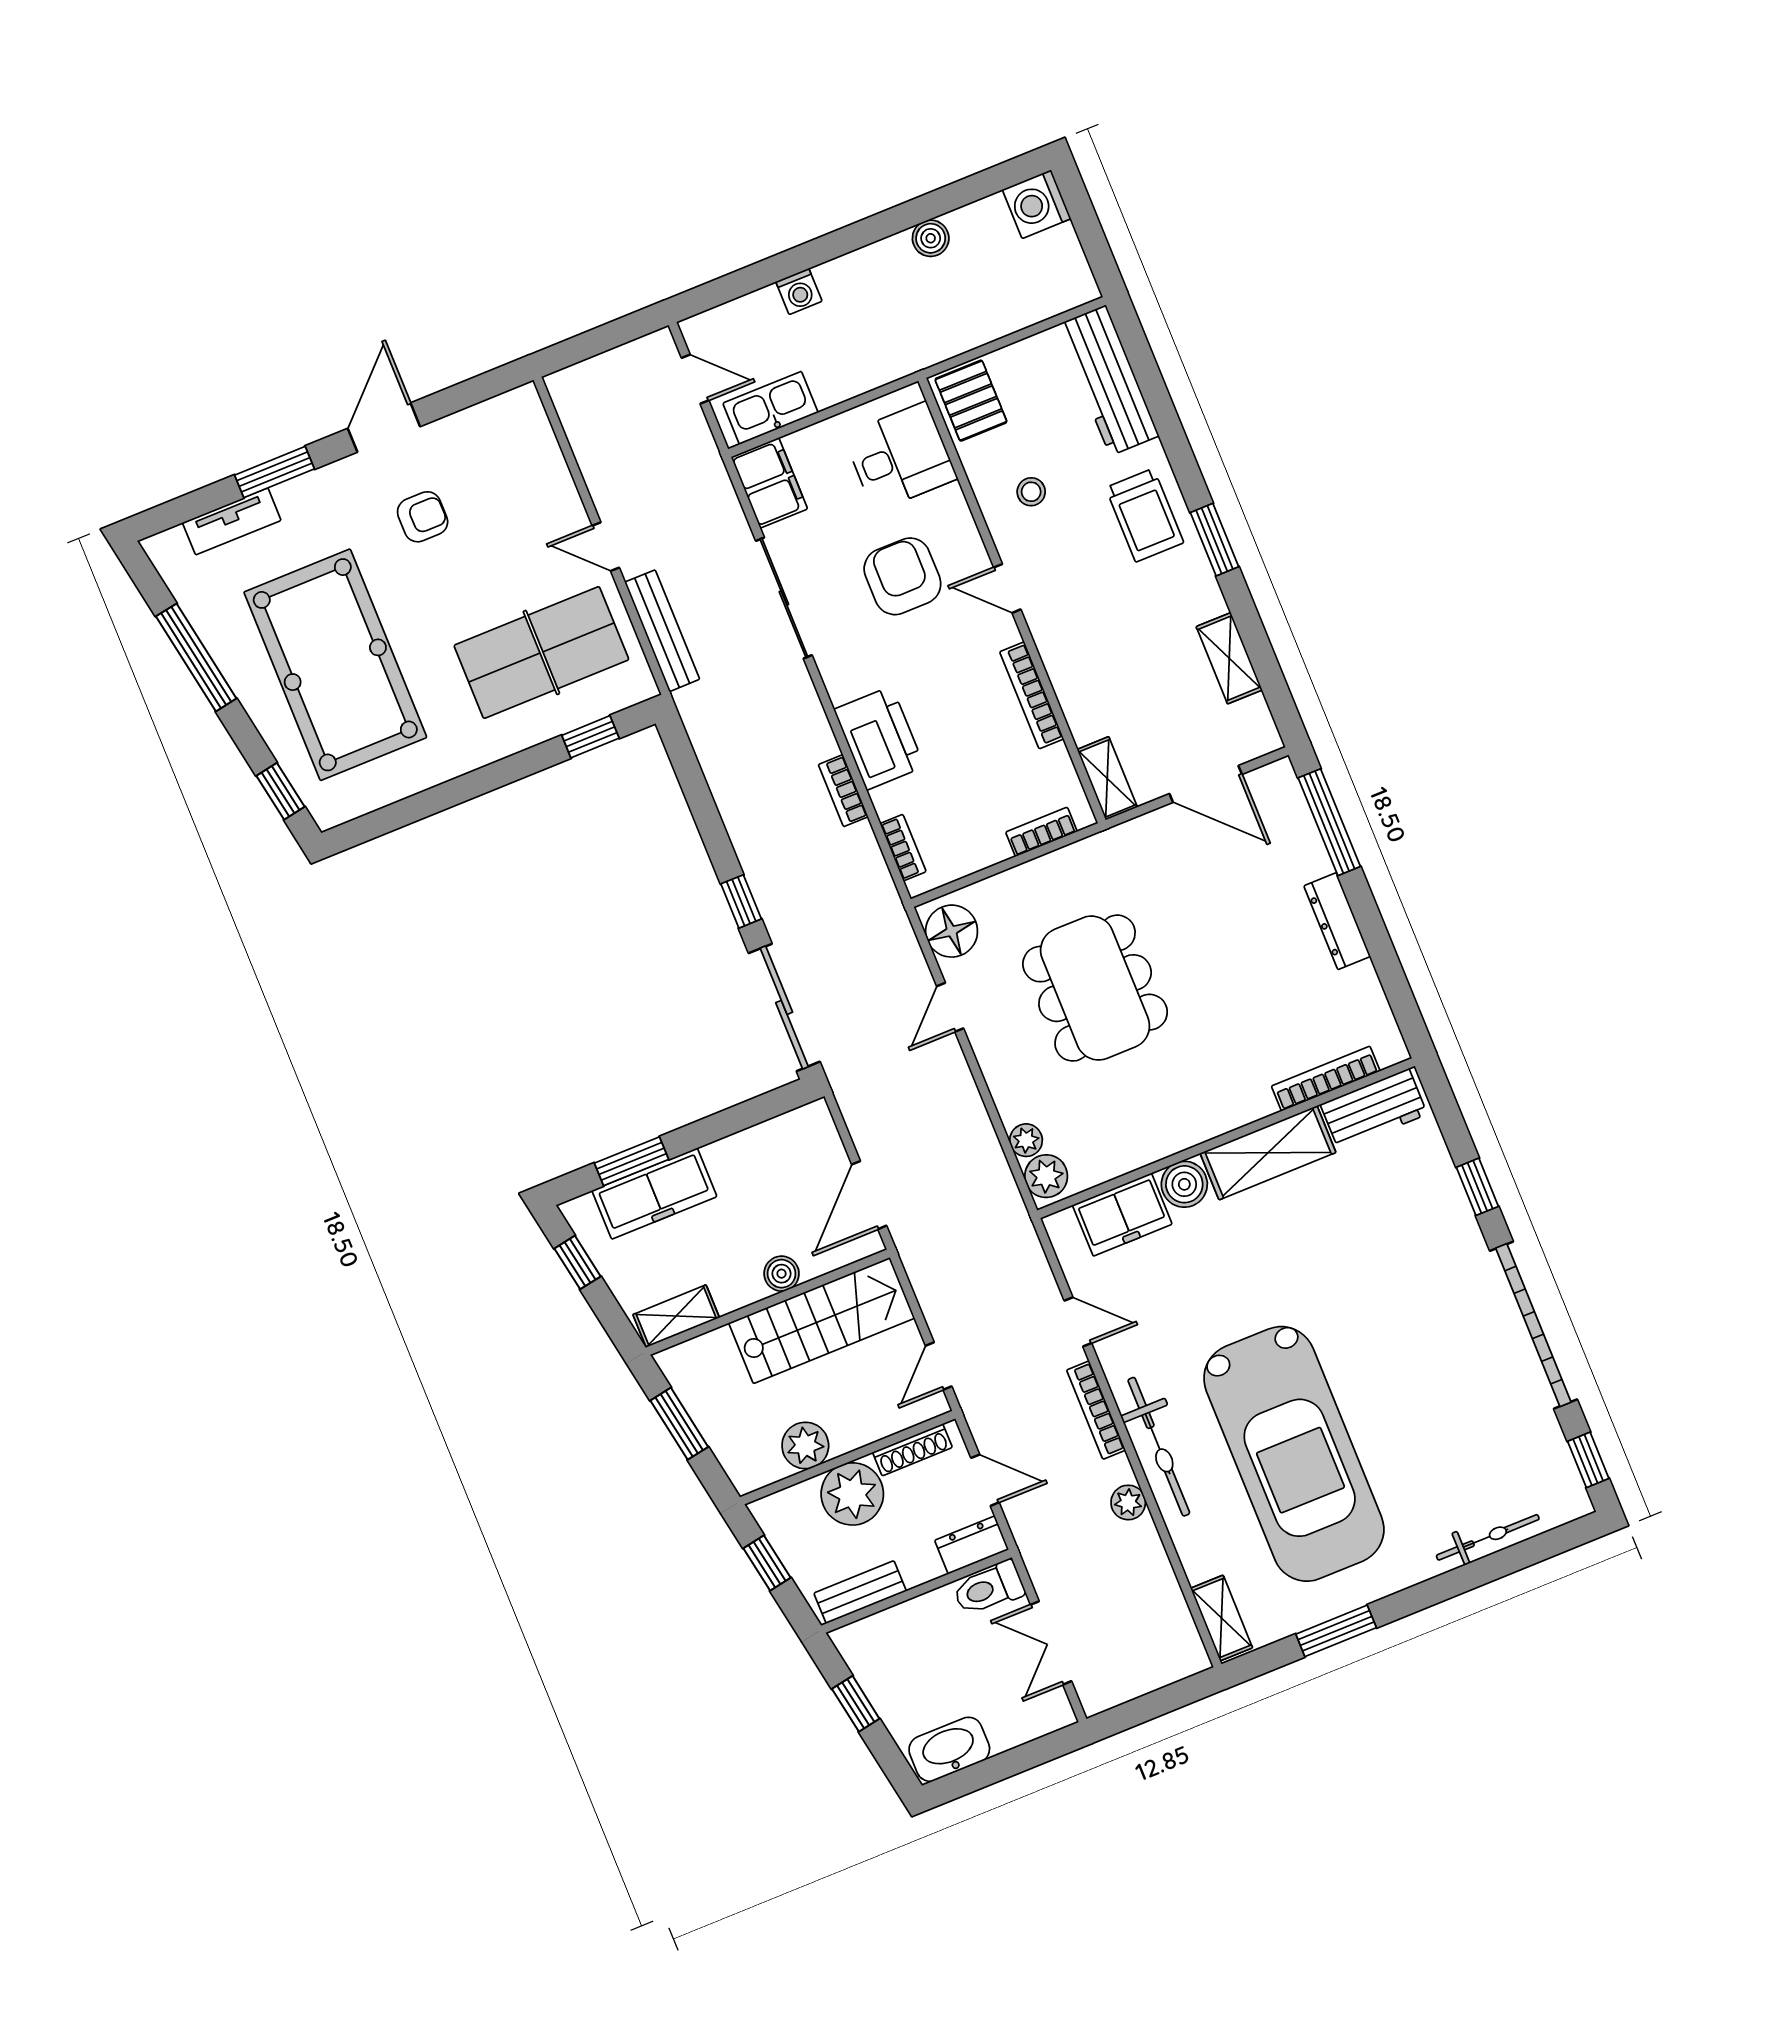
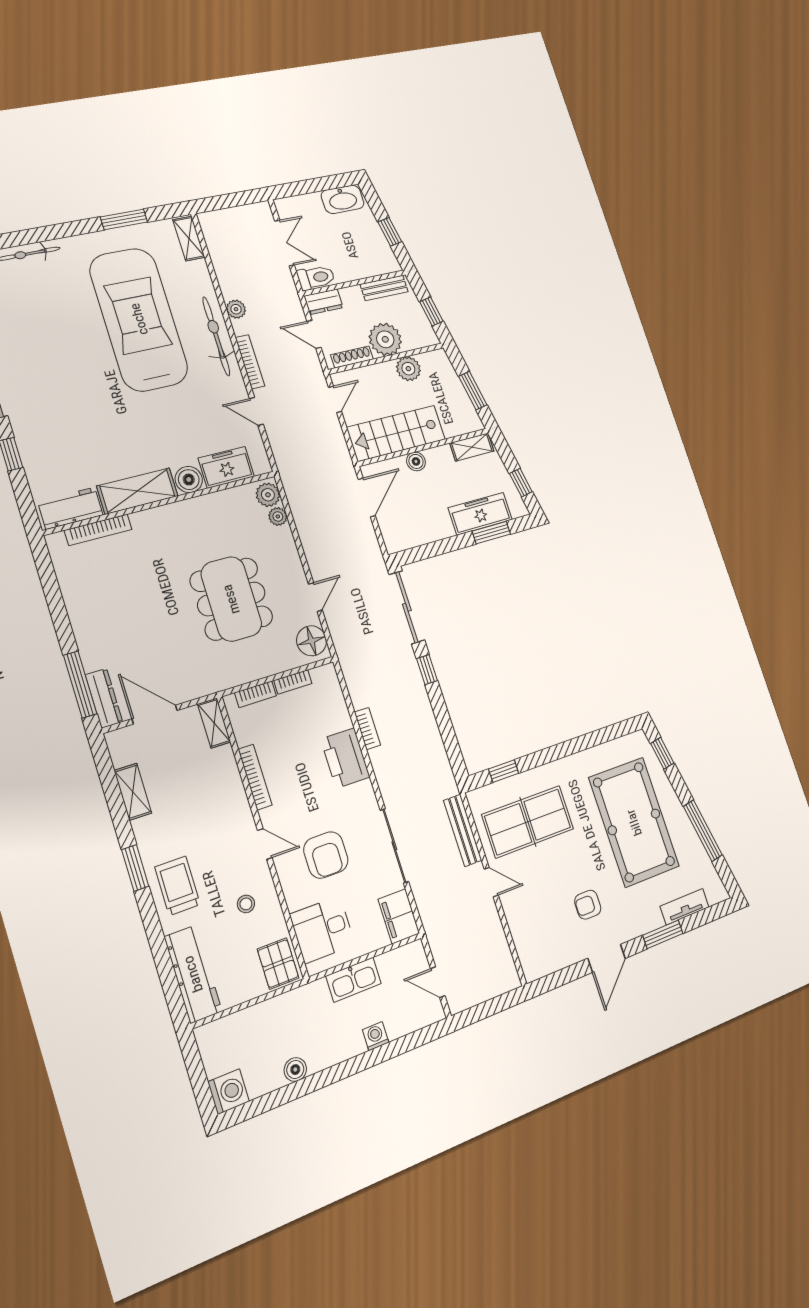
kitchen sink: (771, 408) -> (354, 980), moved
bookcase: (903, 848) -> (293, 682), moved, turned -90
dresser: (1337, 921) -> (104, 698), moved

